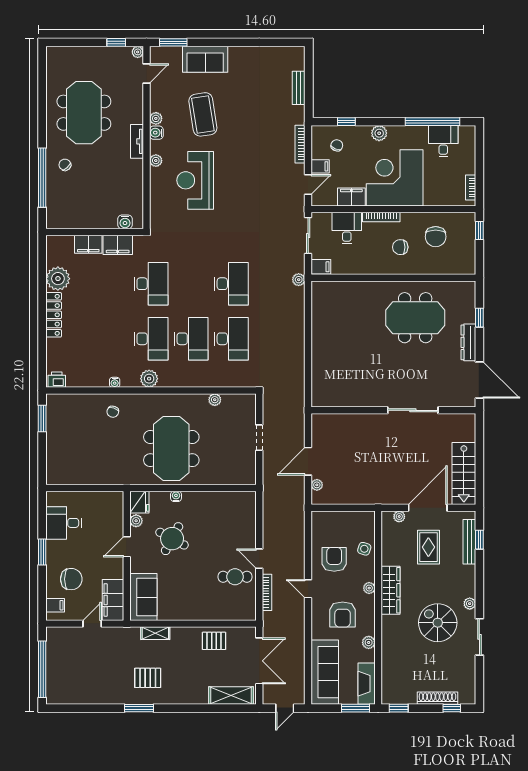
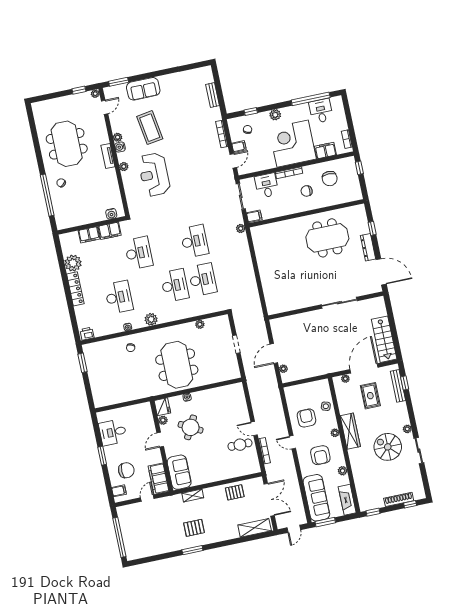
filing cabinet: (351, 197) -> (325, 151), moved
desk: (151, 339) -> (119, 297), moved
window: (355, 708) -> (325, 522), moved

